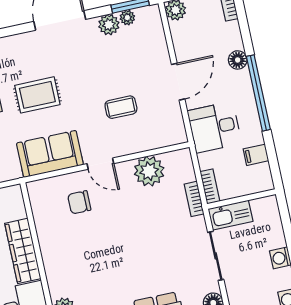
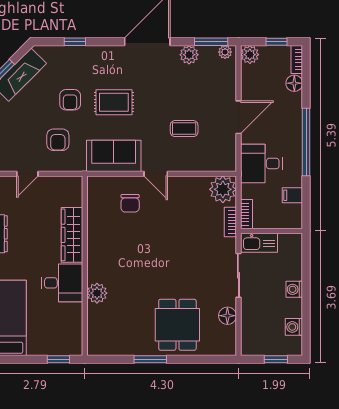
plant: (127, 18) -> (225, 52), moved
floor lamp: (238, 60) -> (294, 83), moved
plant: (149, 171) -> (223, 189), moved
chair: (79, 202) -> (130, 203), turned -90

